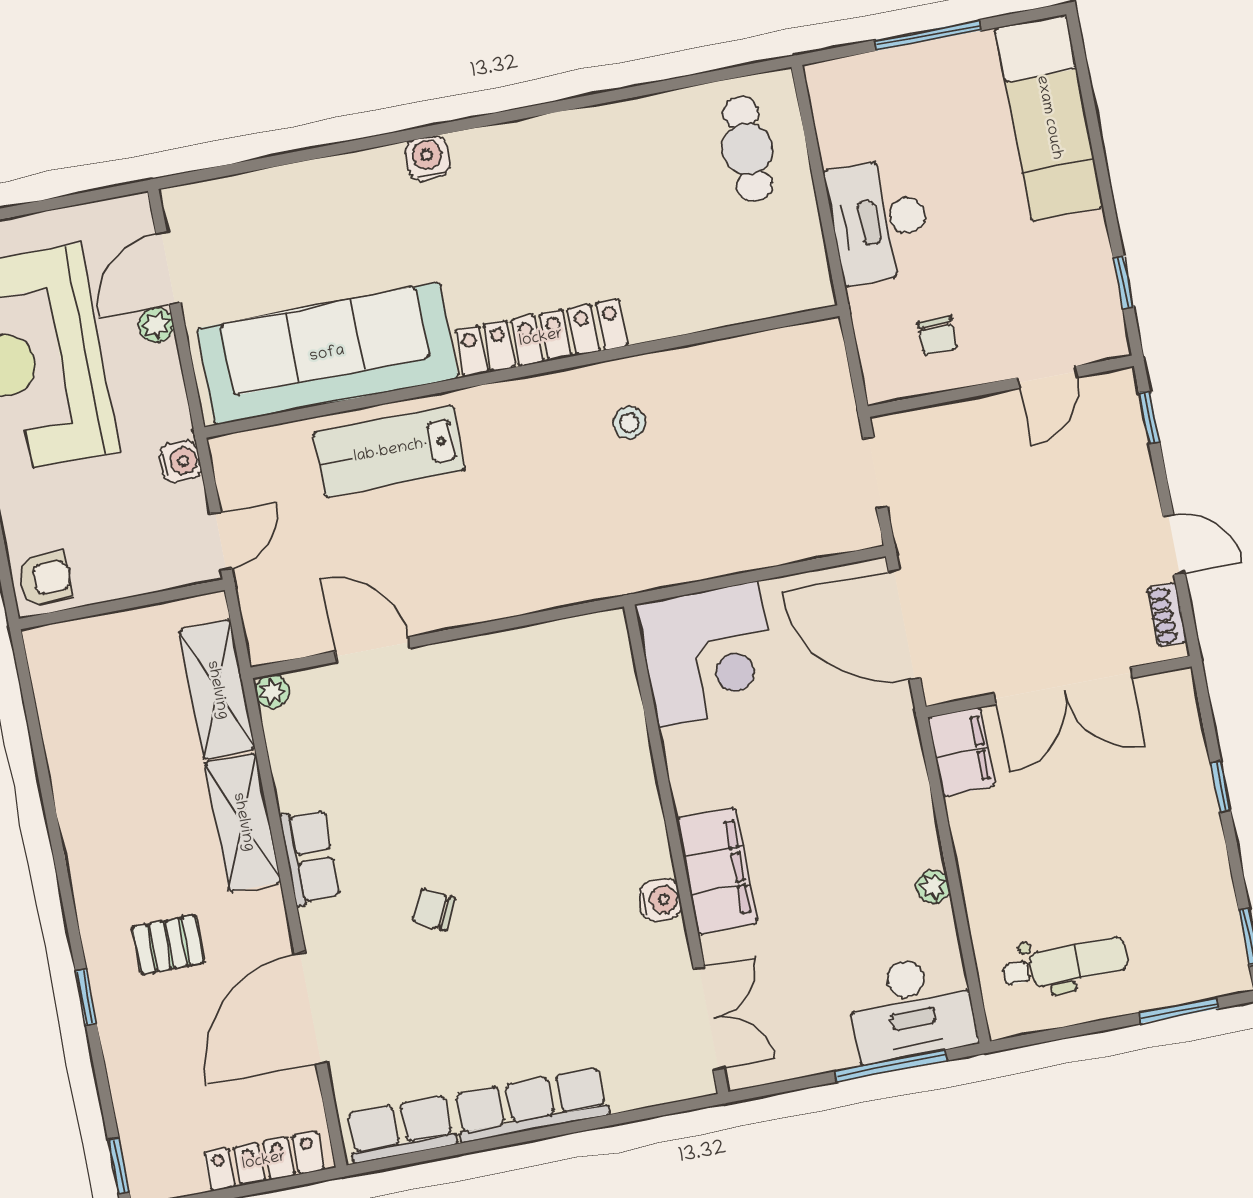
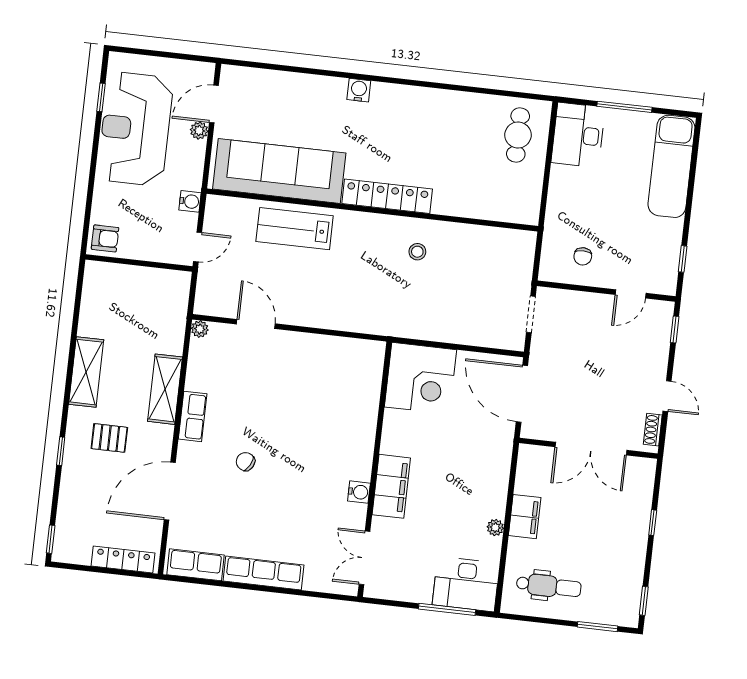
desk: (879, 221) -> (578, 135), moved
shelving: (217, 690) -> (86, 372), moved
filing cabinet: (962, 752) -> (525, 517), moved
double door: (709, 1018) -> (364, 558), swing flipped

